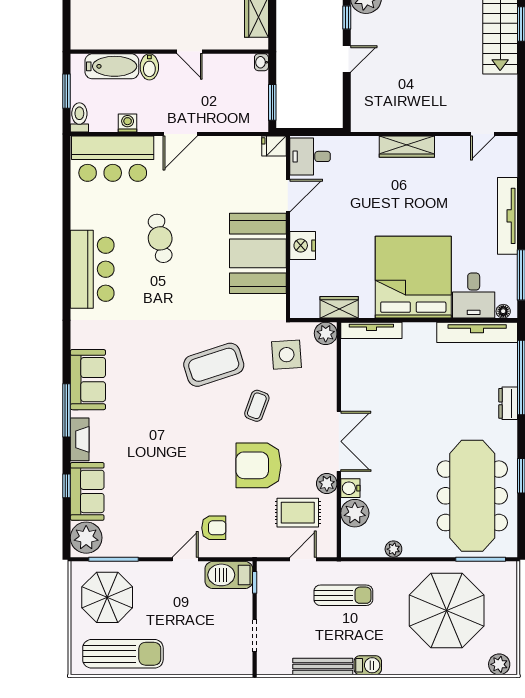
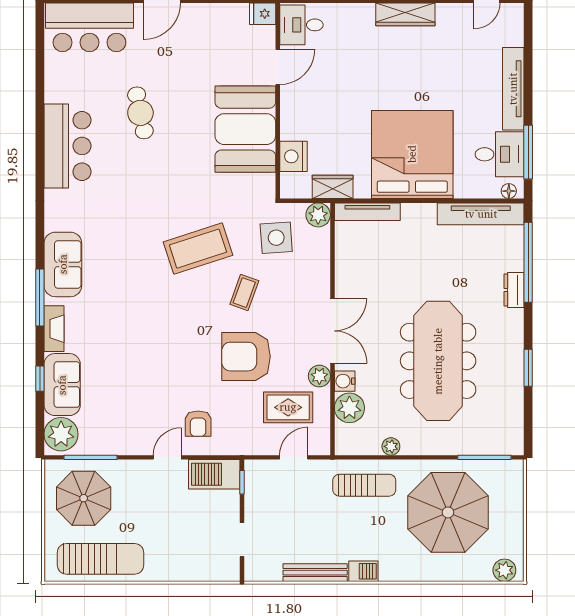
nightstand: (303, 245) -> (293, 156), moved
desk: (474, 296) -> (500, 154), moved, turned -90
meeting table: (472, 496) -> (438, 361), moved
armchair: (214, 528) -> (198, 424), turned 90
sun lounger: (343, 595) -> (364, 485), moved

